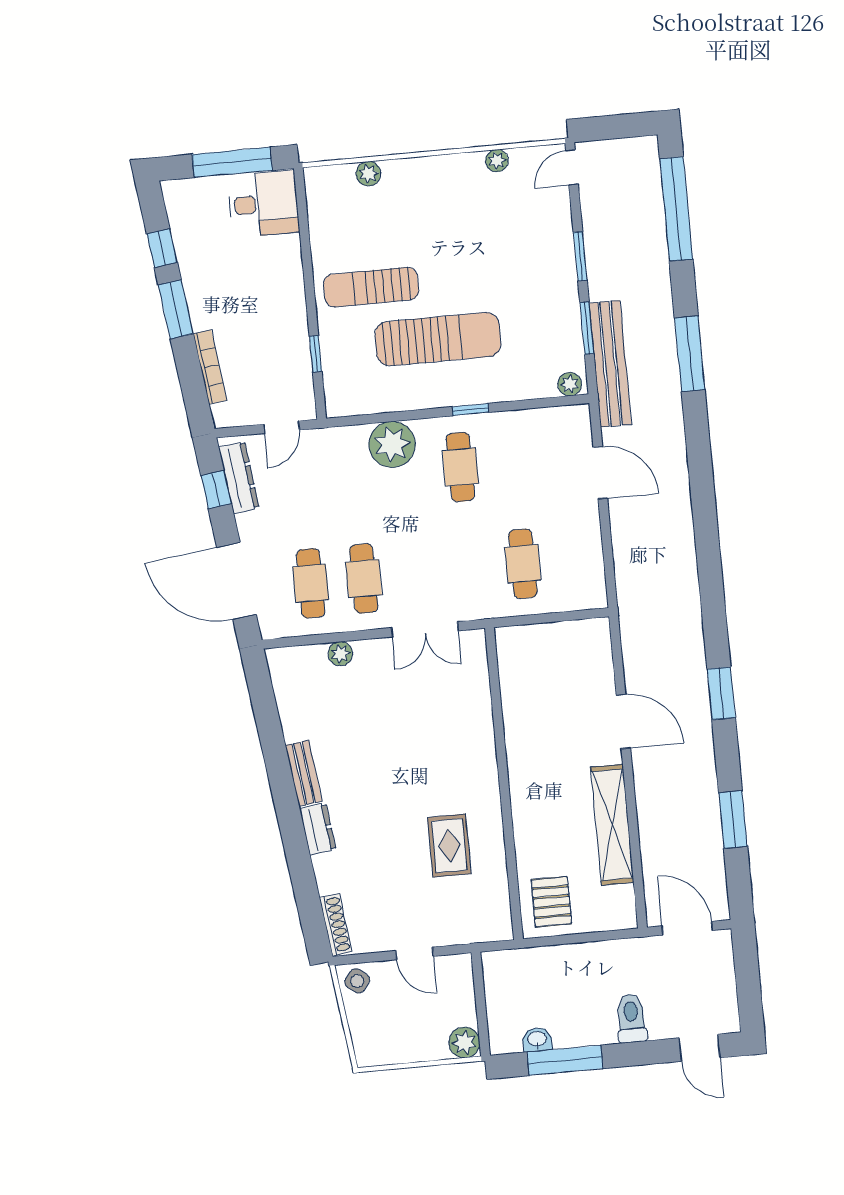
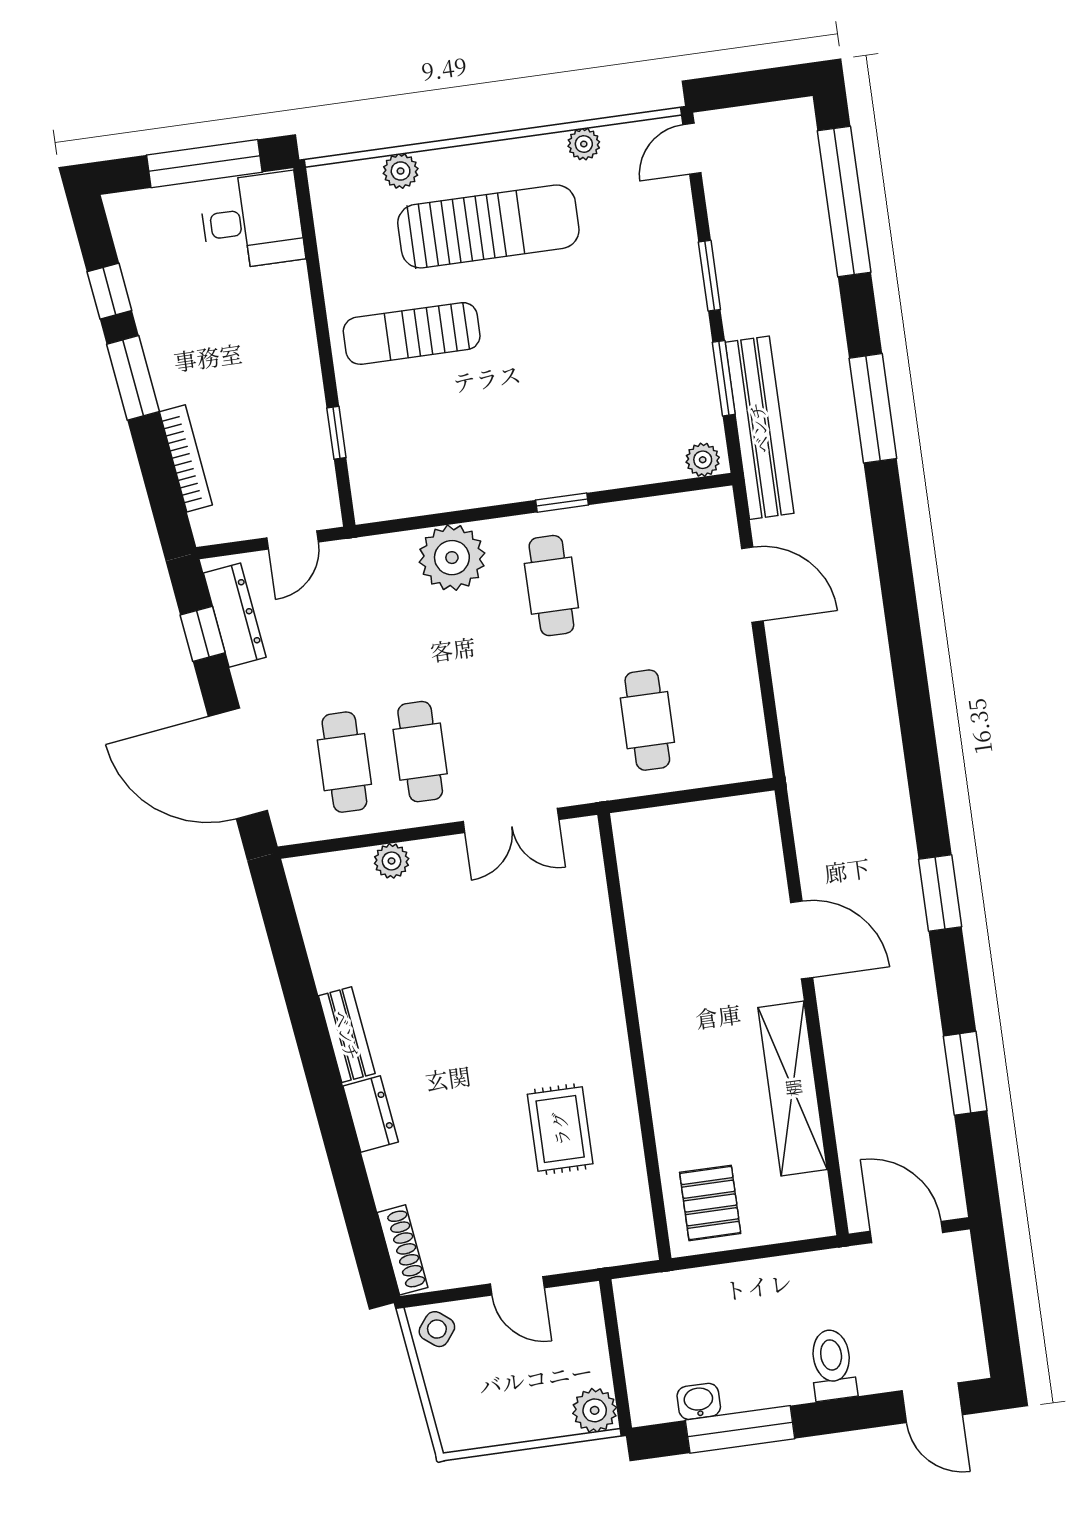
sun lounger: (438, 339) -> (488, 226), moved

